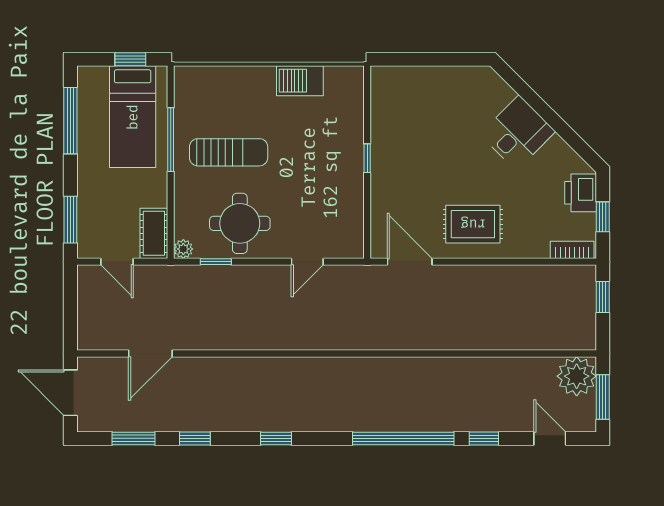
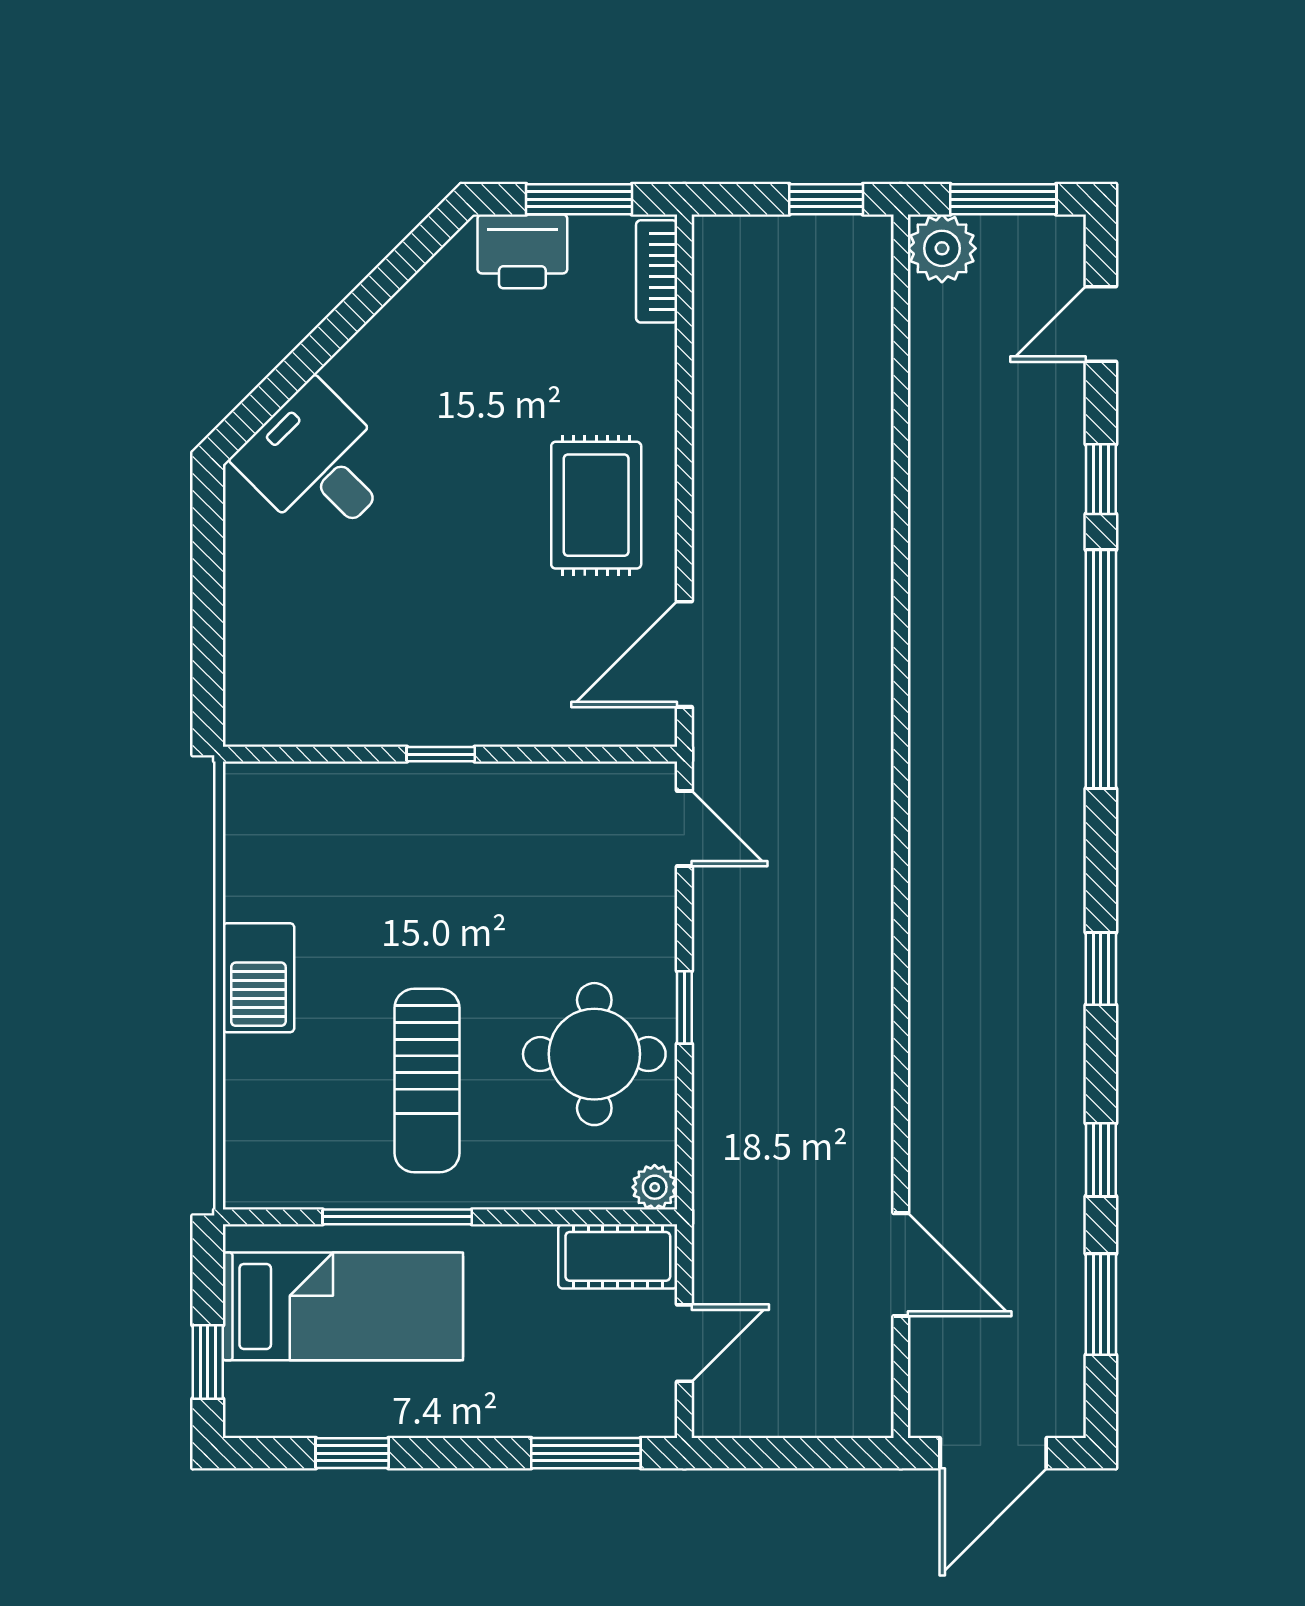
window: (130, 59) -> (208, 1362), moved
barbecue: (300, 81) -> (258, 978), moved
window: (70, 121) -> (352, 1453), width x0.46
desk: (518, 133) -> (318, 463), moved
sun lounger: (229, 152) -> (427, 1080), turned 180
window: (603, 217) -> (579, 199), width x1.50
window: (216, 262) -> (684, 1007), moved
door: (307, 262) -> (684, 828), moved
window: (603, 297) -> (826, 199), moved
plant: (577, 376) -> (942, 248), width x0.73, depth x0.73

